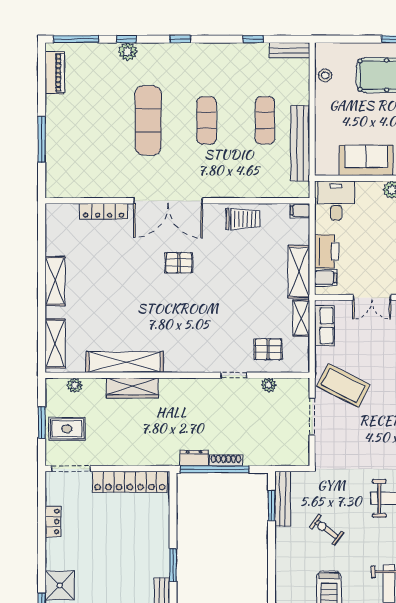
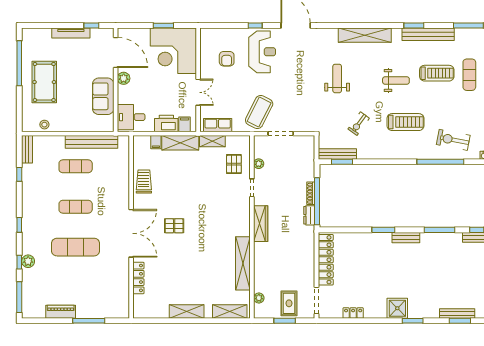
piano: (55, 73) -> (61, 312), moved
filing cabinet: (300, 211) -> (156, 142), moved
pallet: (179, 263) -> (174, 226), turned 90
wardrobe: (132, 388) -> (261, 224), moved

